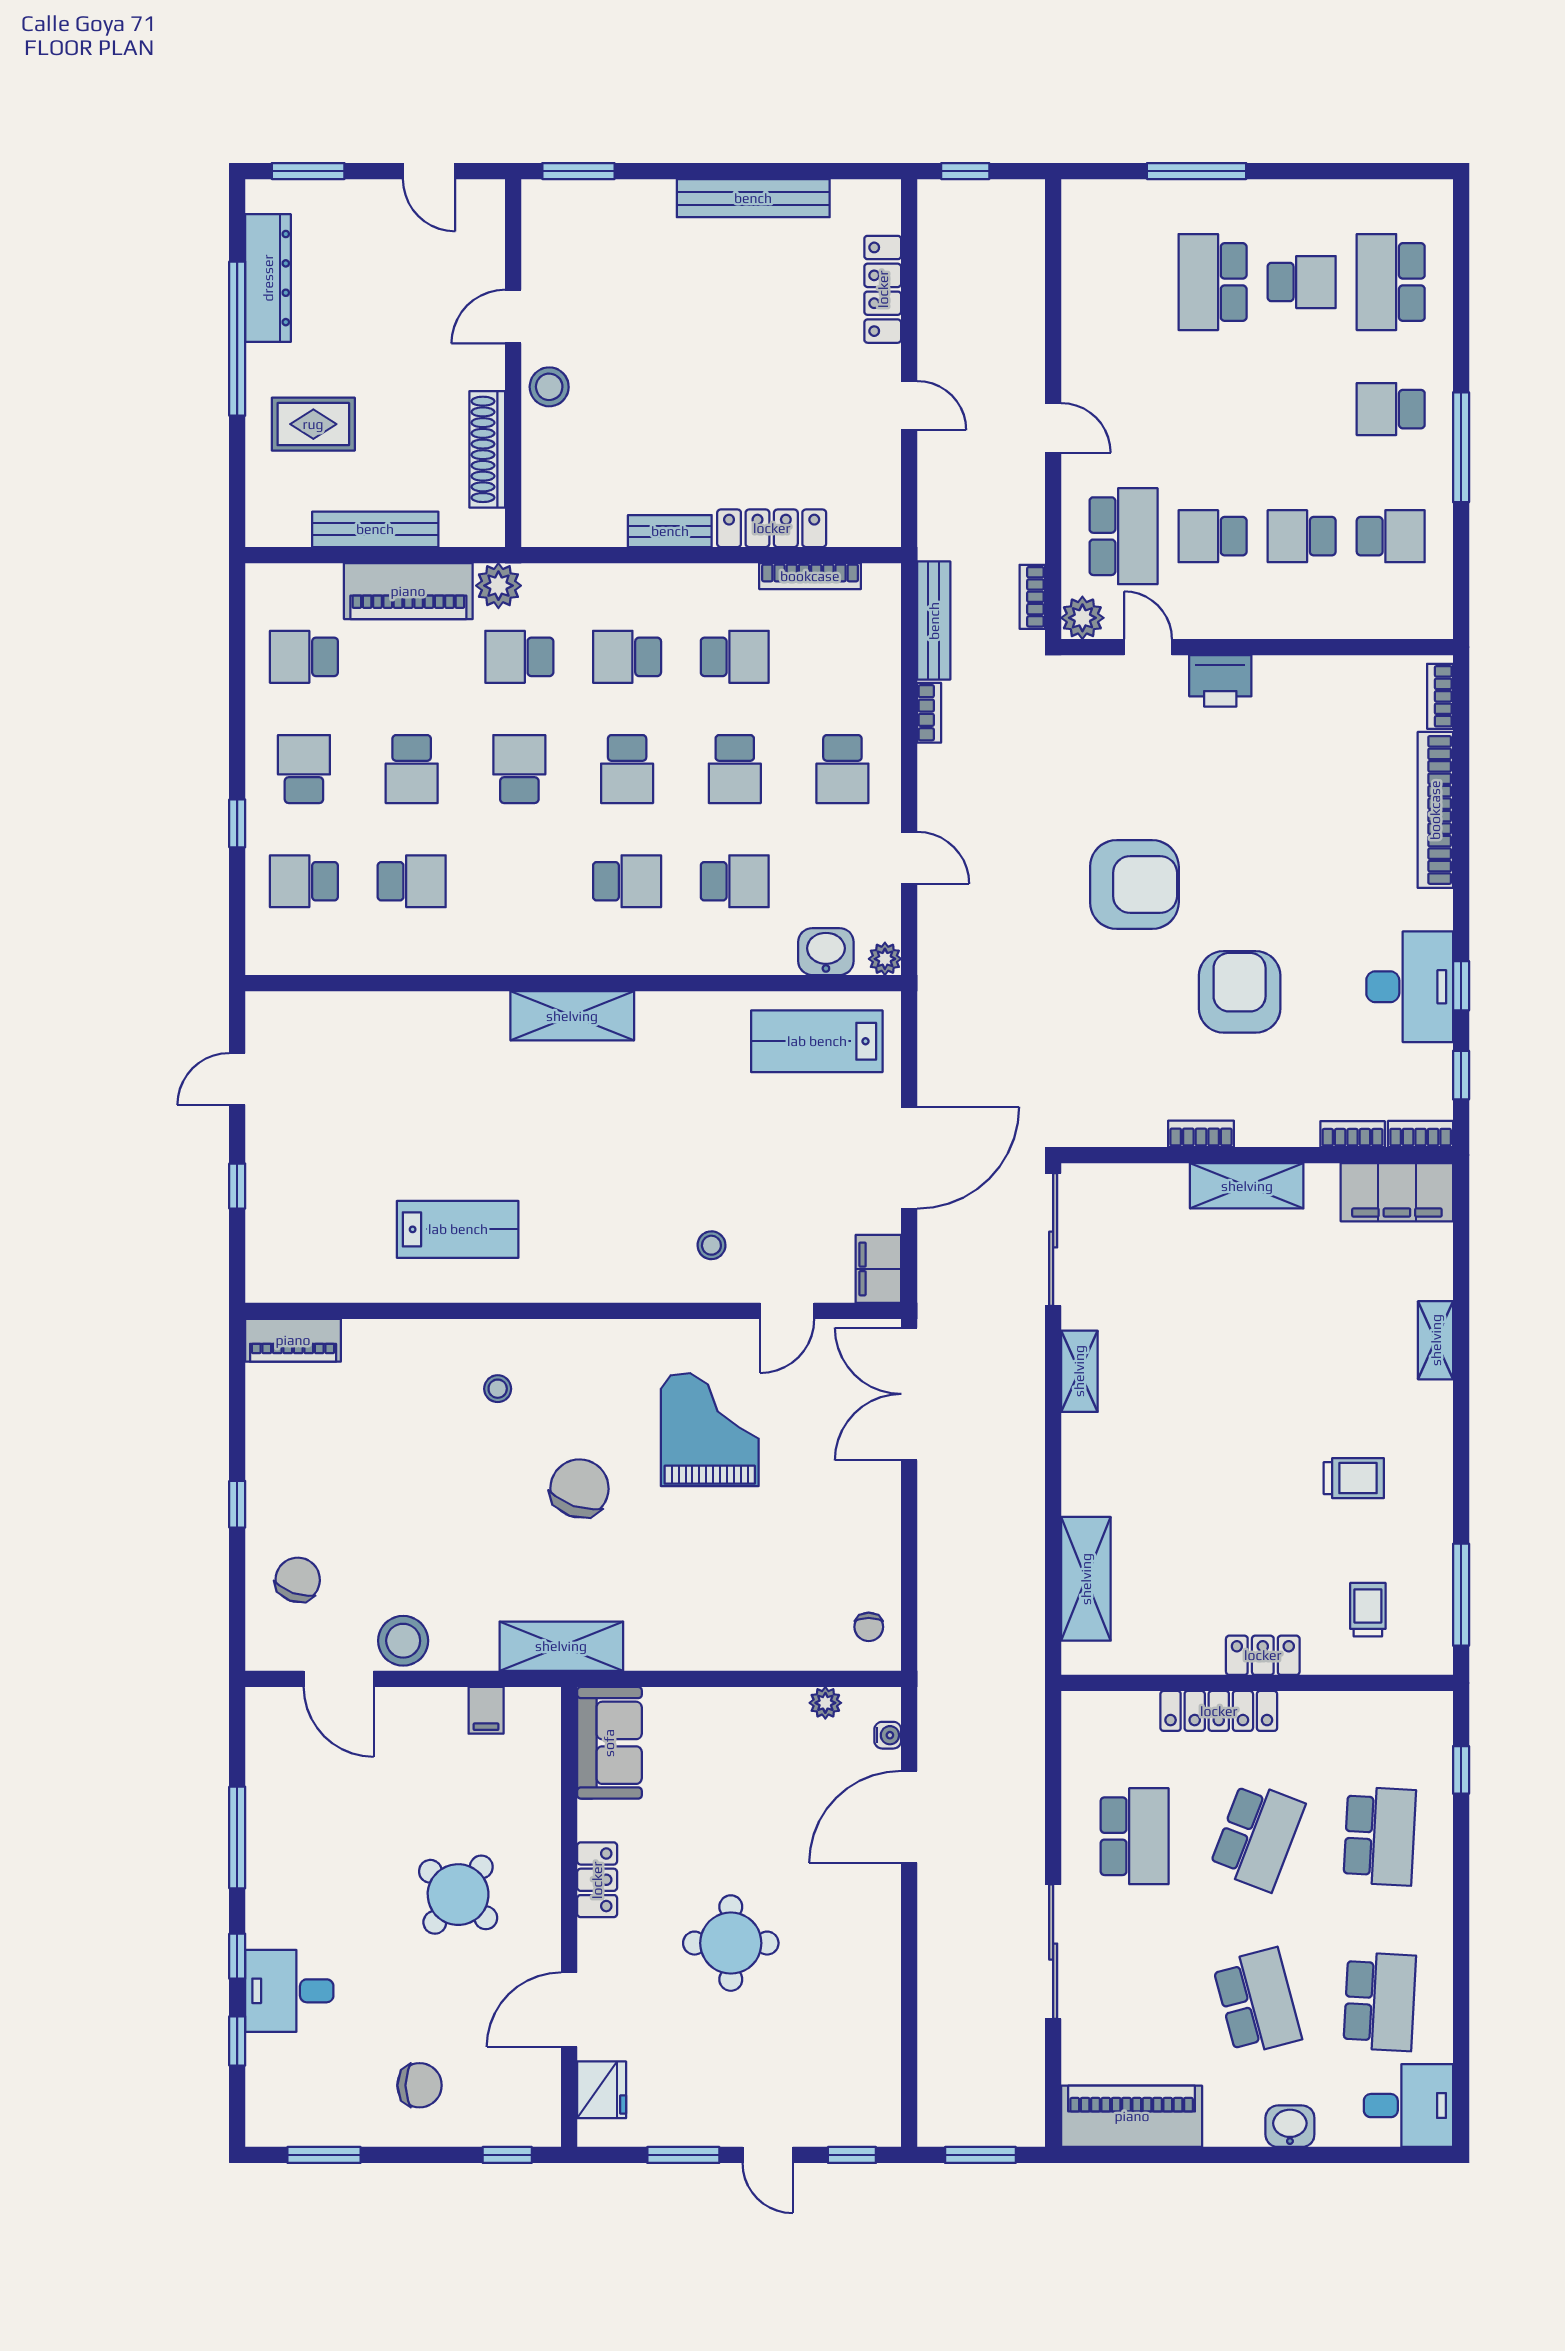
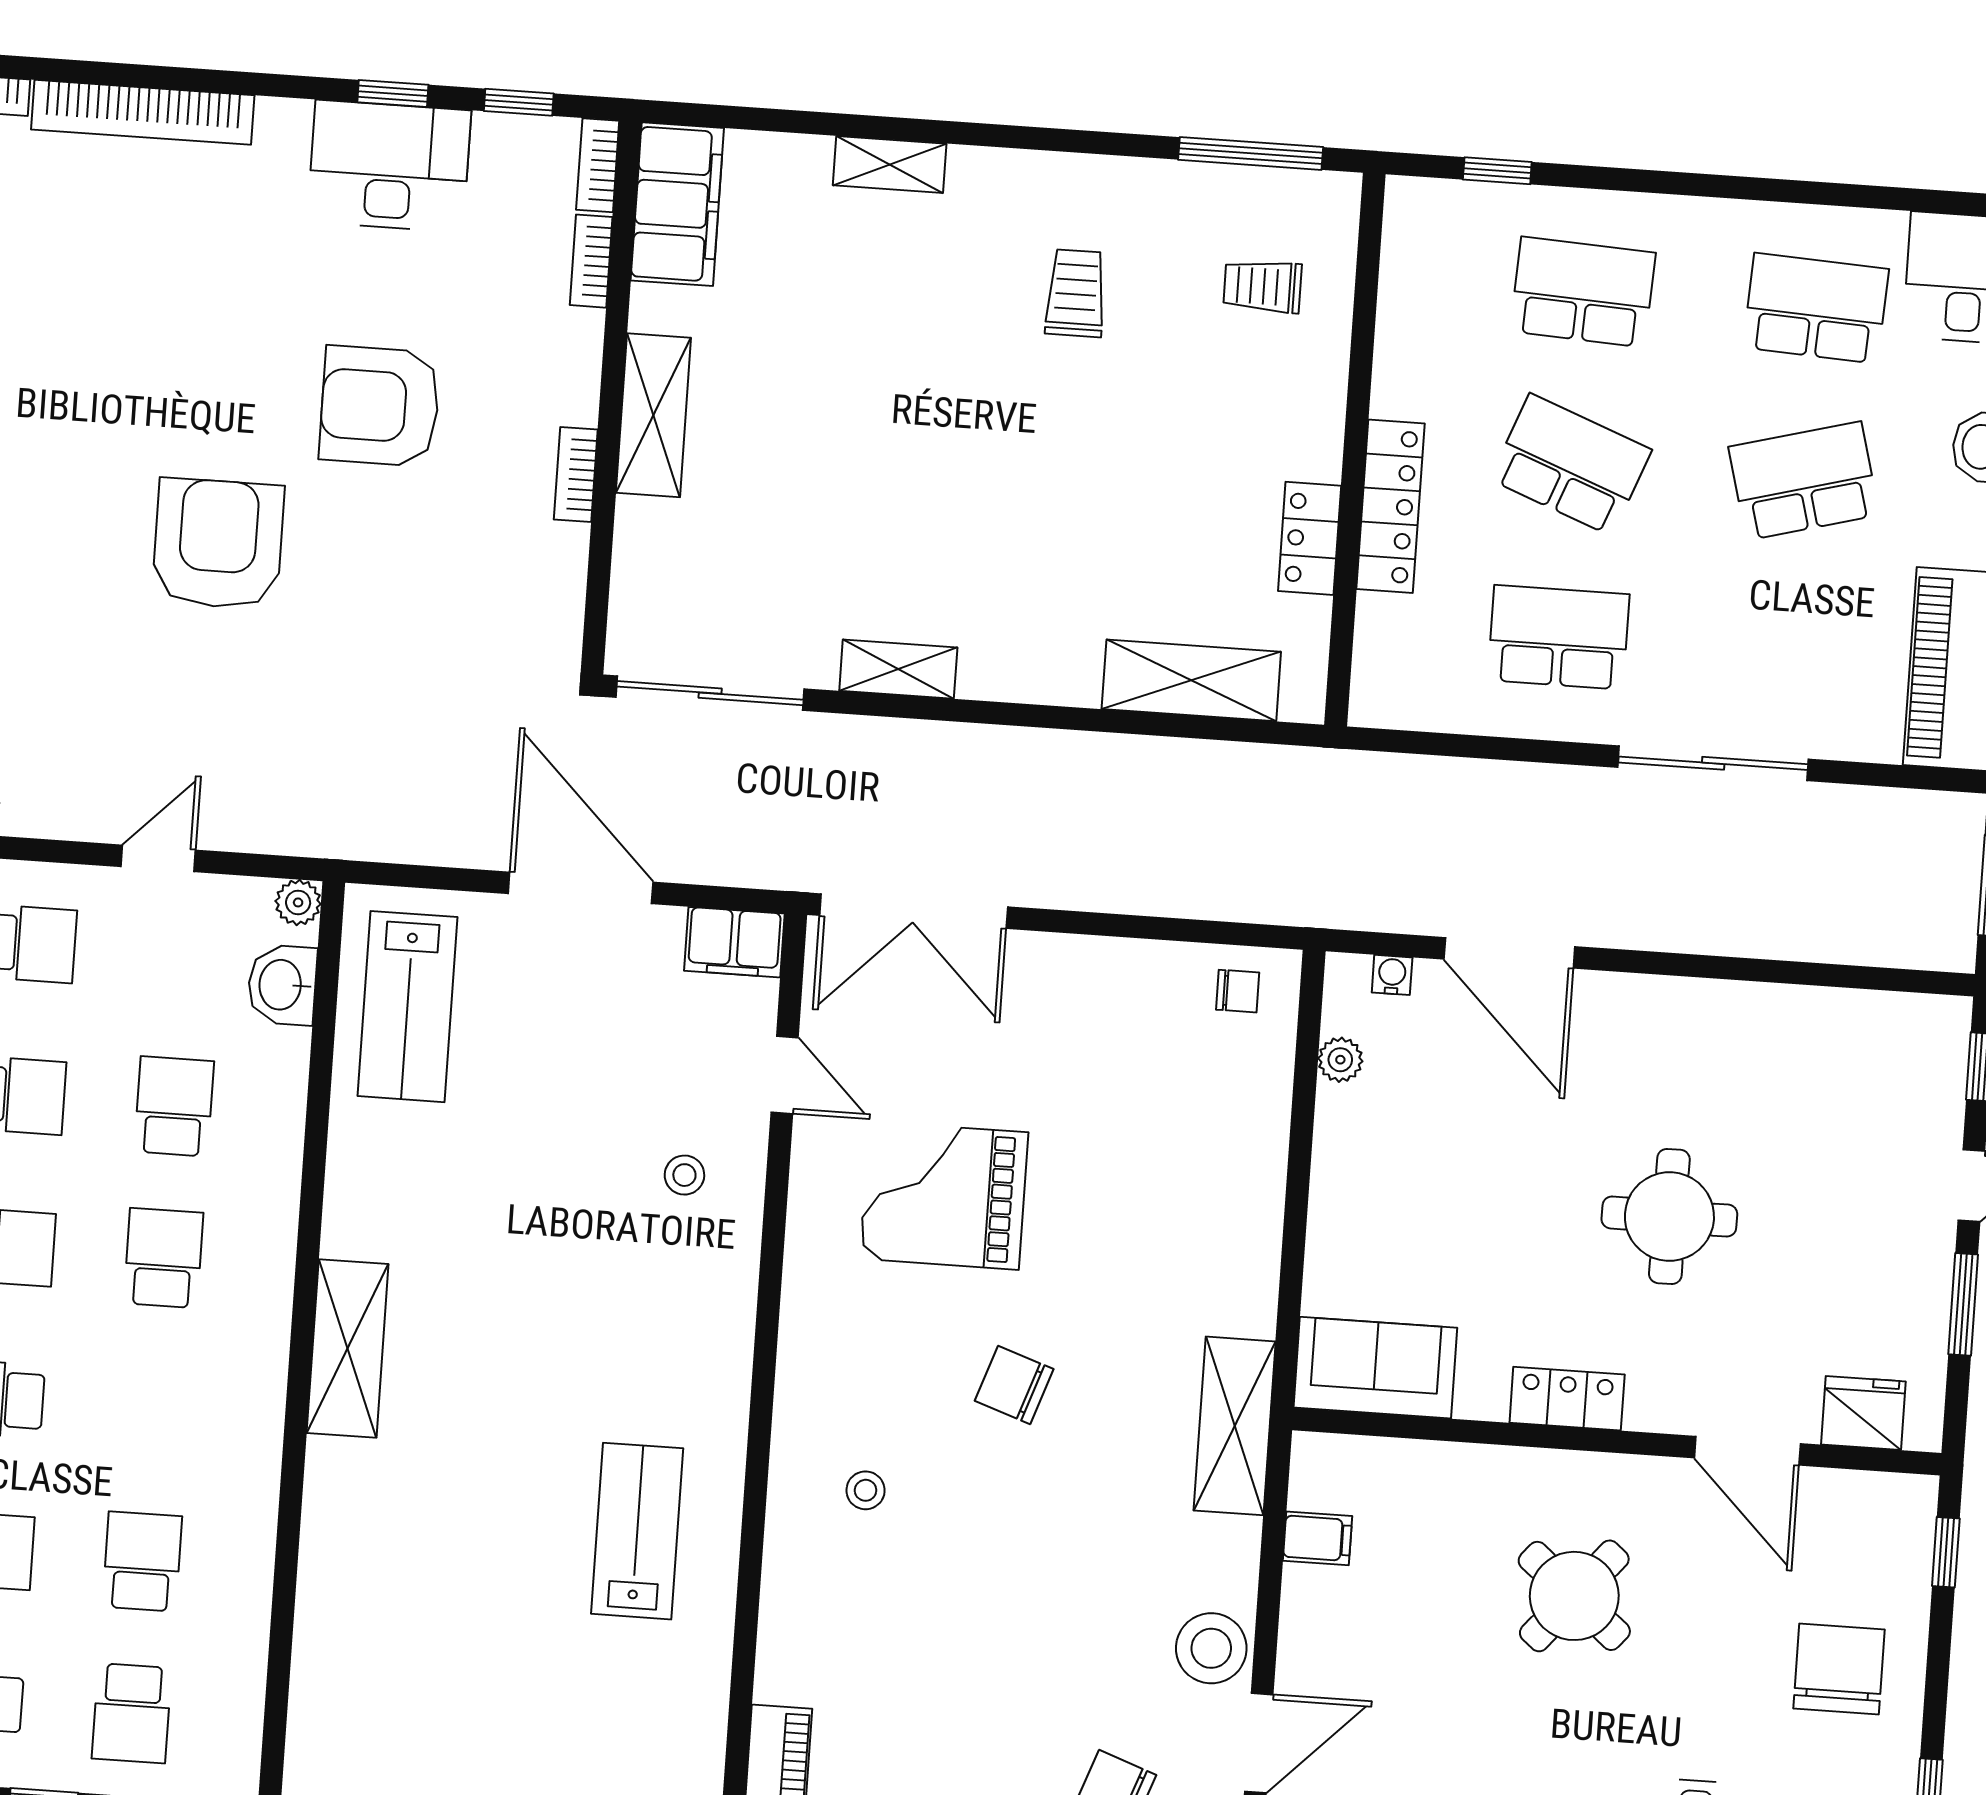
chair: (579, 1488) -> (1014, 1385), width x0.73, depth x0.73
locker: (1263, 1655) -> (1310, 538), moved
chair: (420, 2085) -> (1839, 1669), width x1.37, depth x1.37

